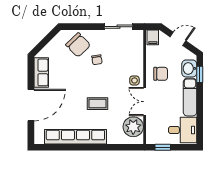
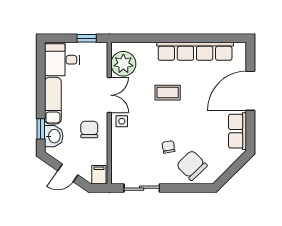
chair: (161, 74) -> (89, 130), turned 90

